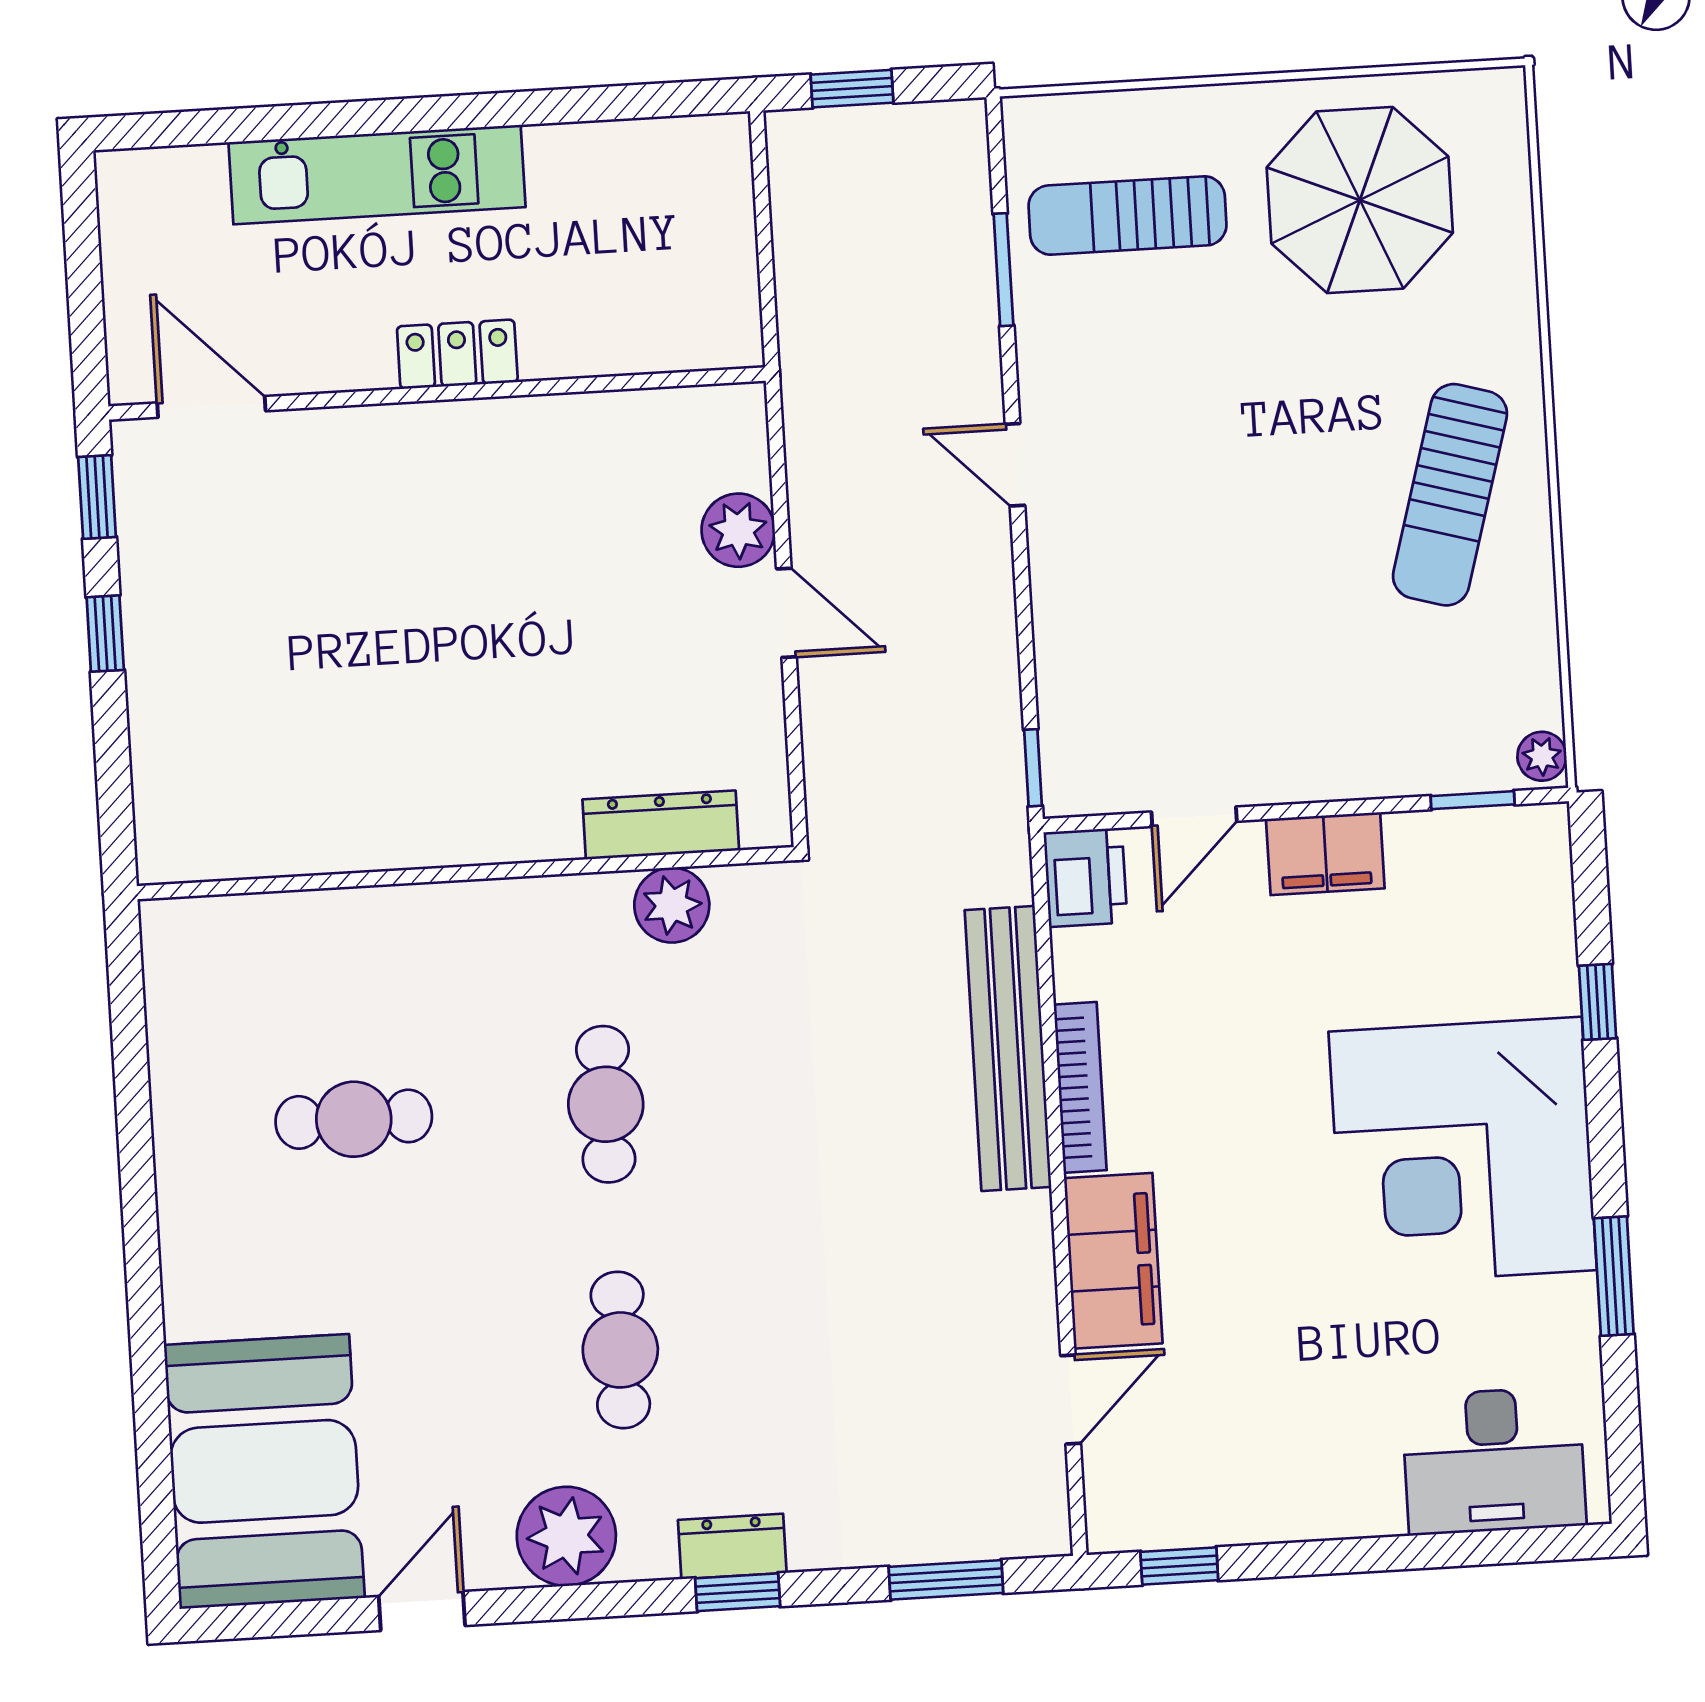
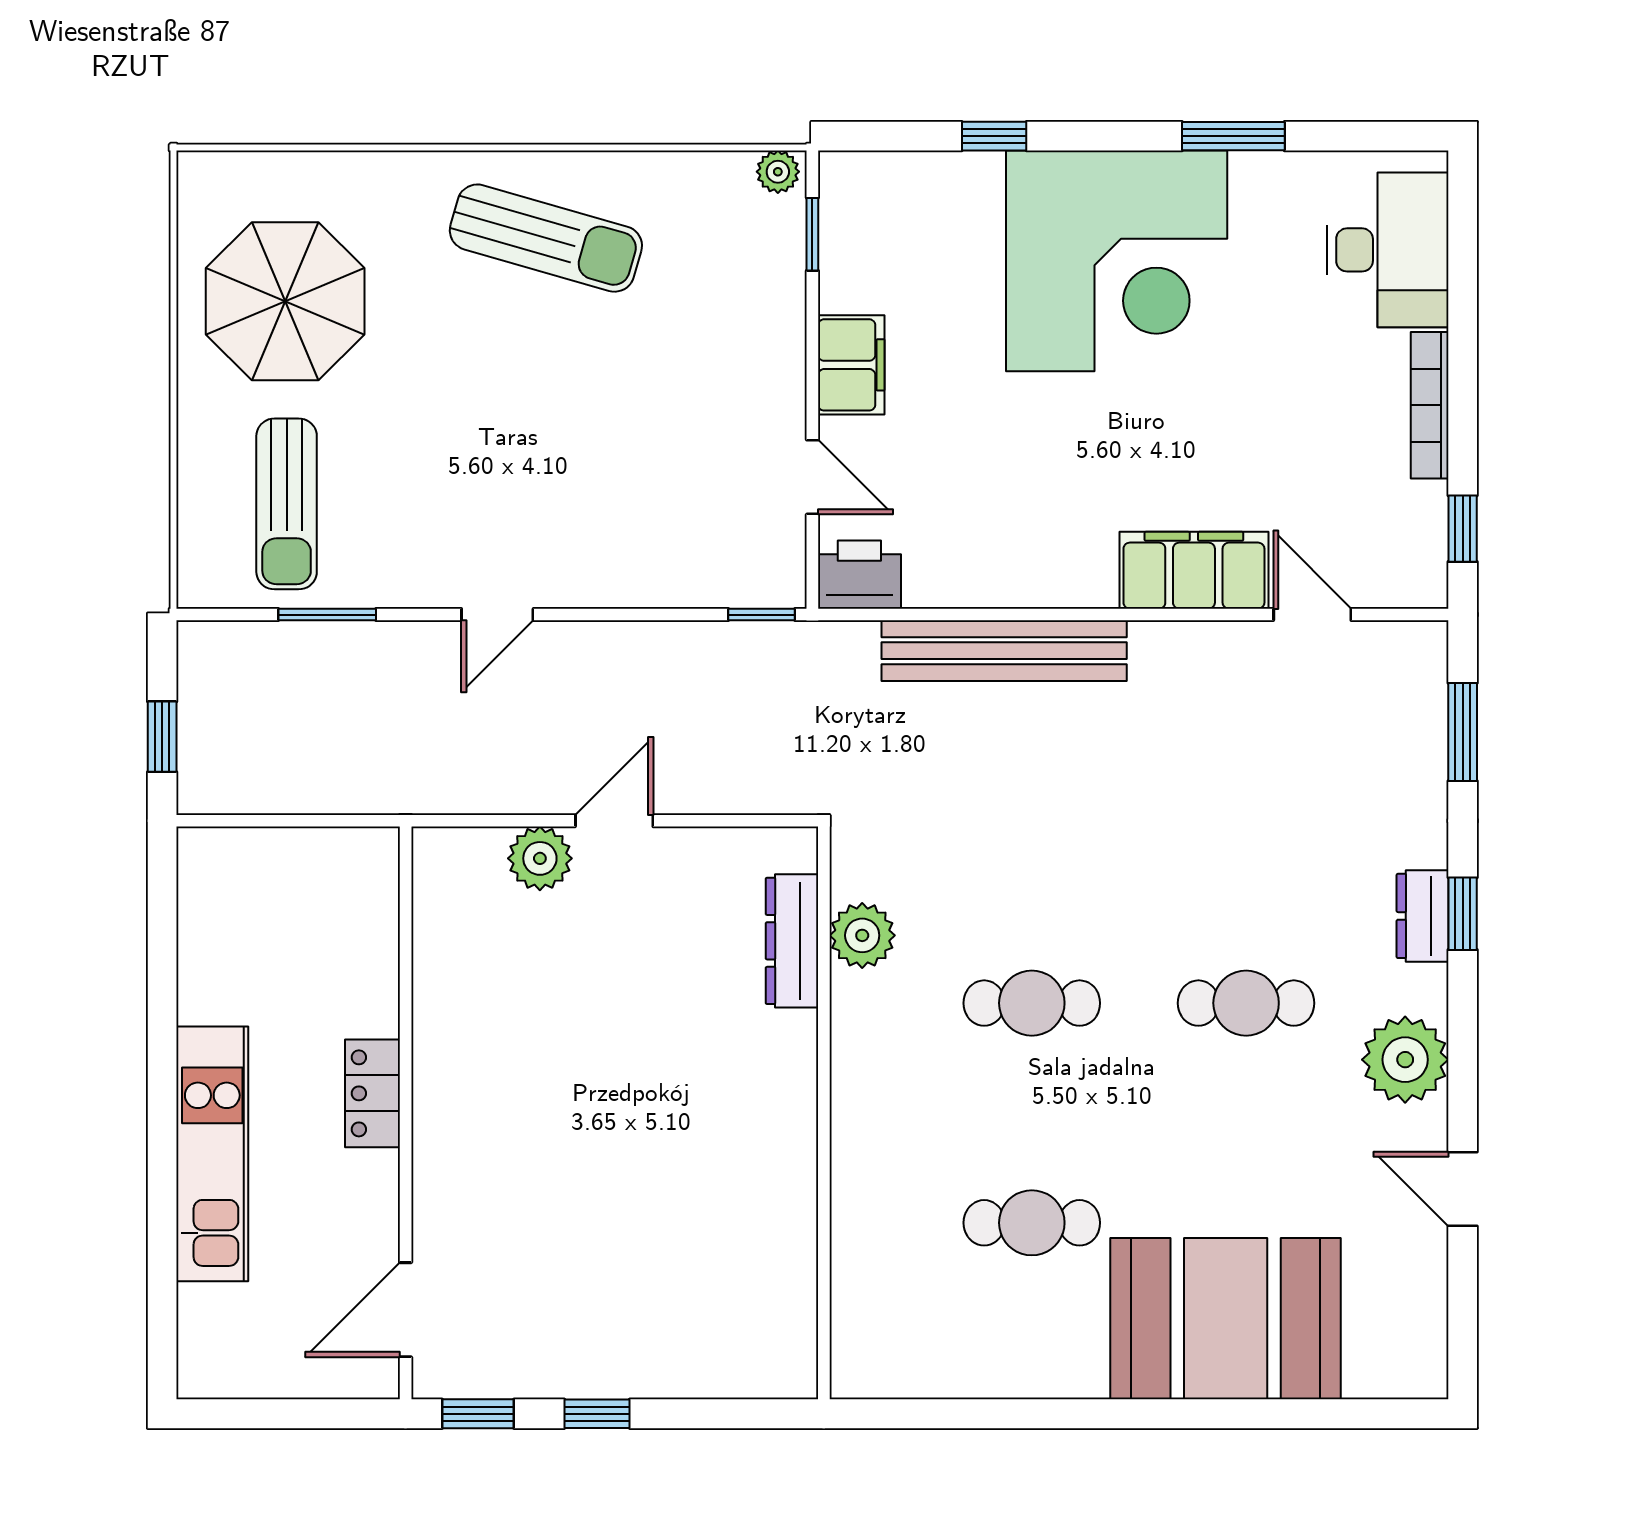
bookcase: (1080, 1087) -> (1430, 405), moved, turned -90
cafe table: (354, 1119) -> (1032, 1223), turned 90
booth: (264, 1471) -> (1226, 1319), moved

